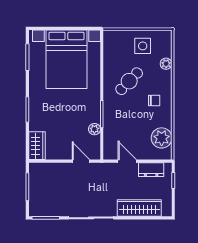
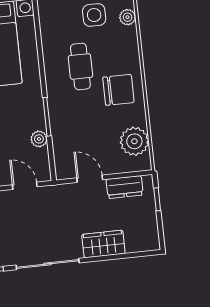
plant: (166, 64) -> (128, 17), moved
cafe table: (129, 81) -> (80, 66), turned -44
chair: (154, 101) -> (118, 90), width x1.87, depth x1.87
wardrobe: (139, 208) -> (103, 244), width x0.67

